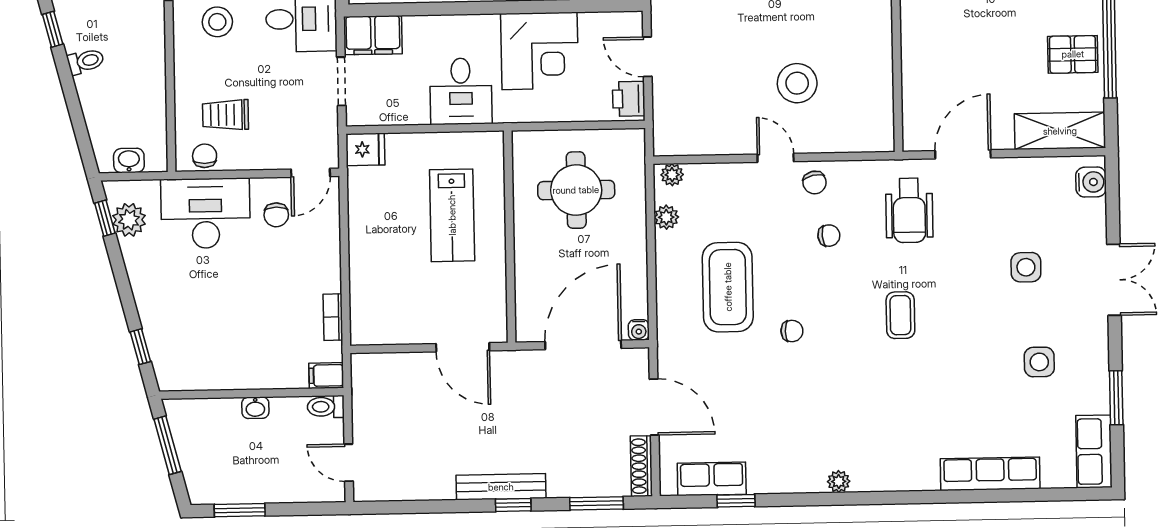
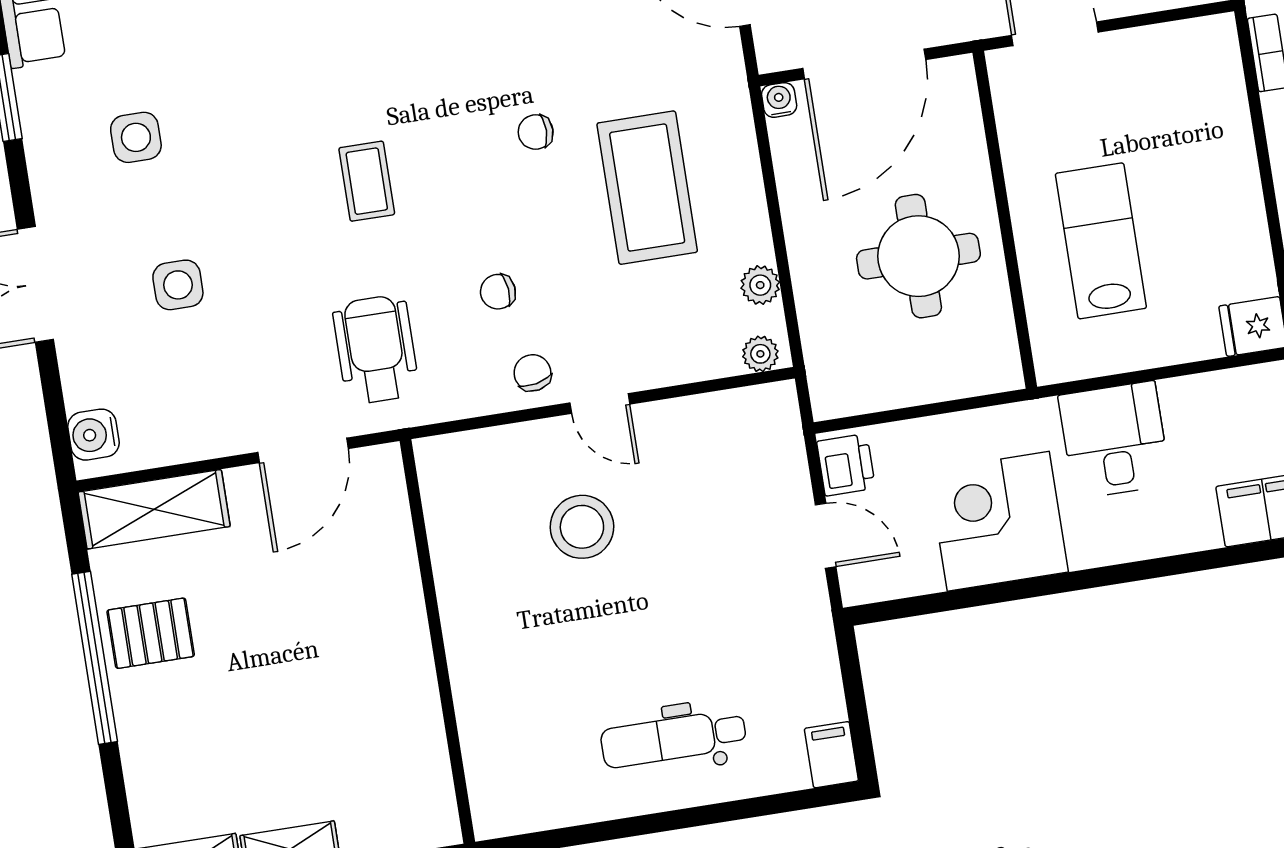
round table: (576, 190) -> (918, 256), moved

